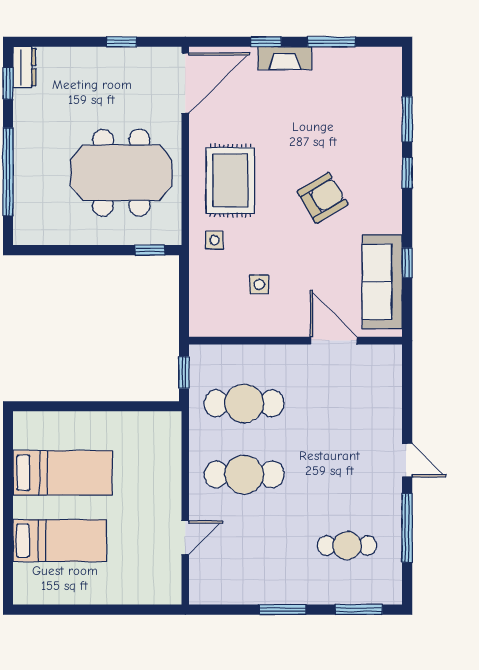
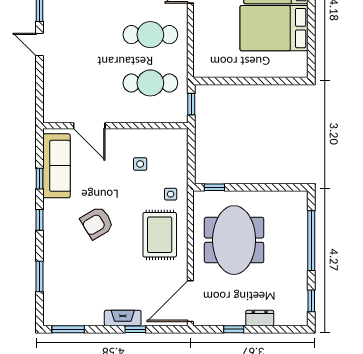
window: (331, 42) -> (68, 329), moved
dresser: (24, 67) -> (260, 318), moved, turned 90
meeting table: (121, 173) -> (234, 240), turned 90
window: (407, 173) -> (39, 220), moved
bed: (63, 473) -> (274, 28), width x1.50

